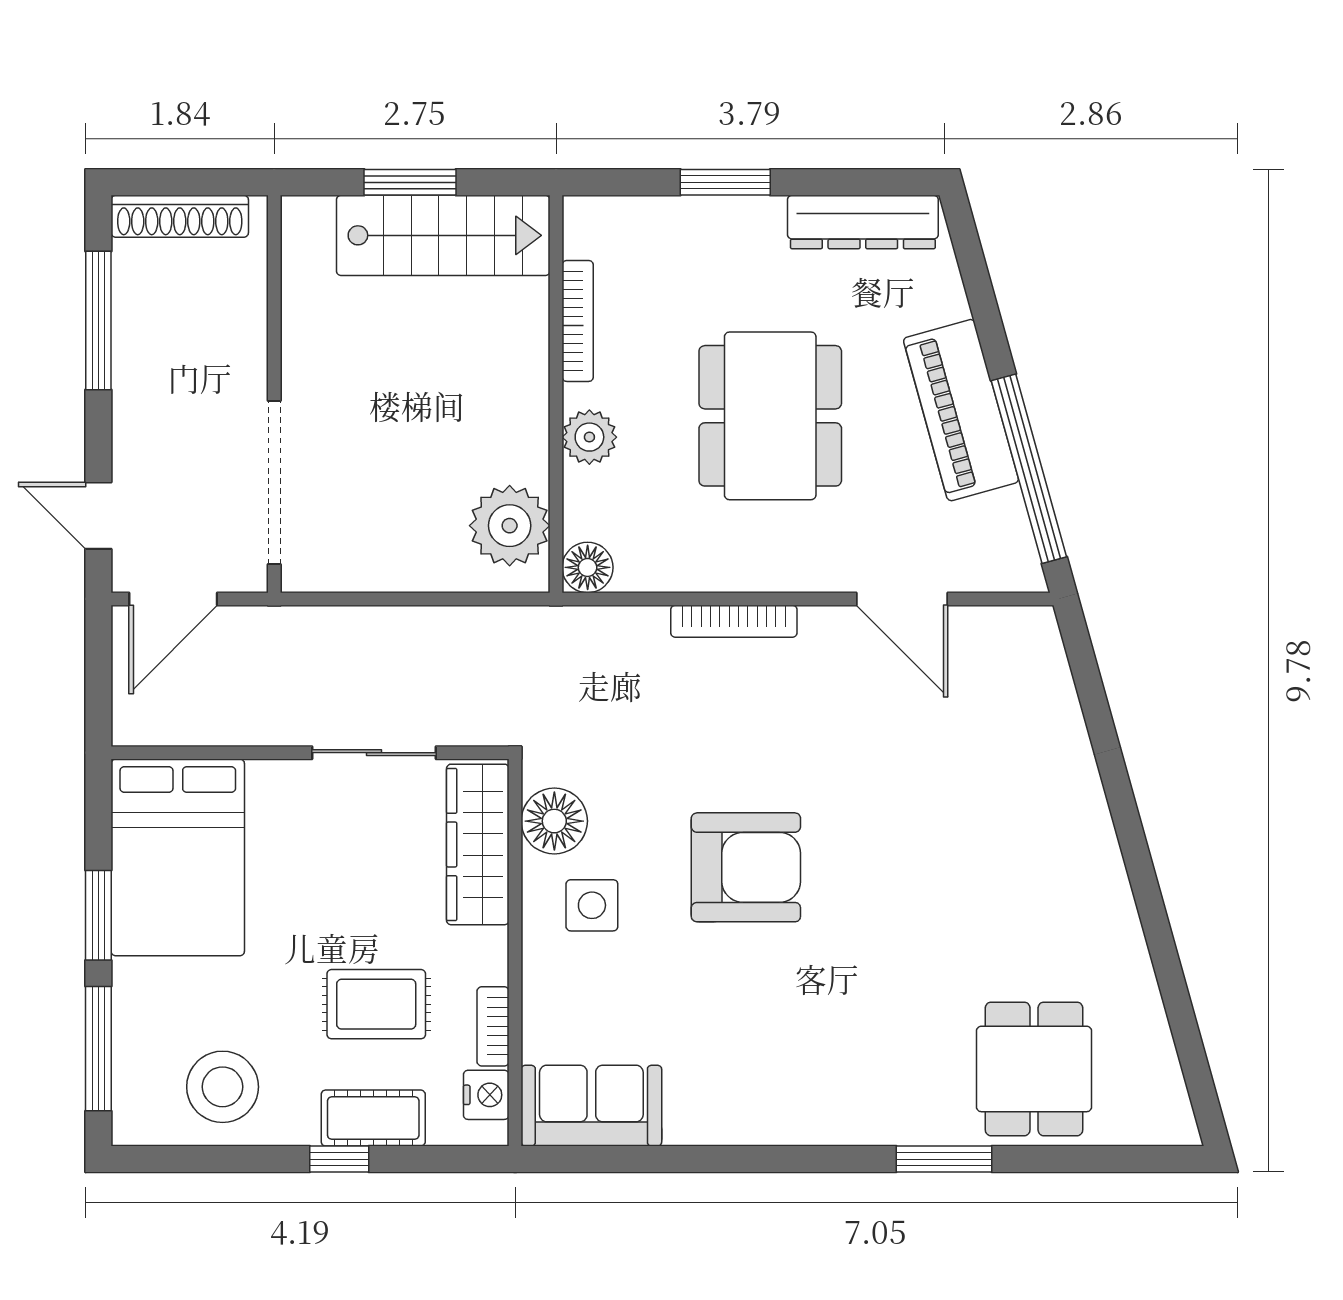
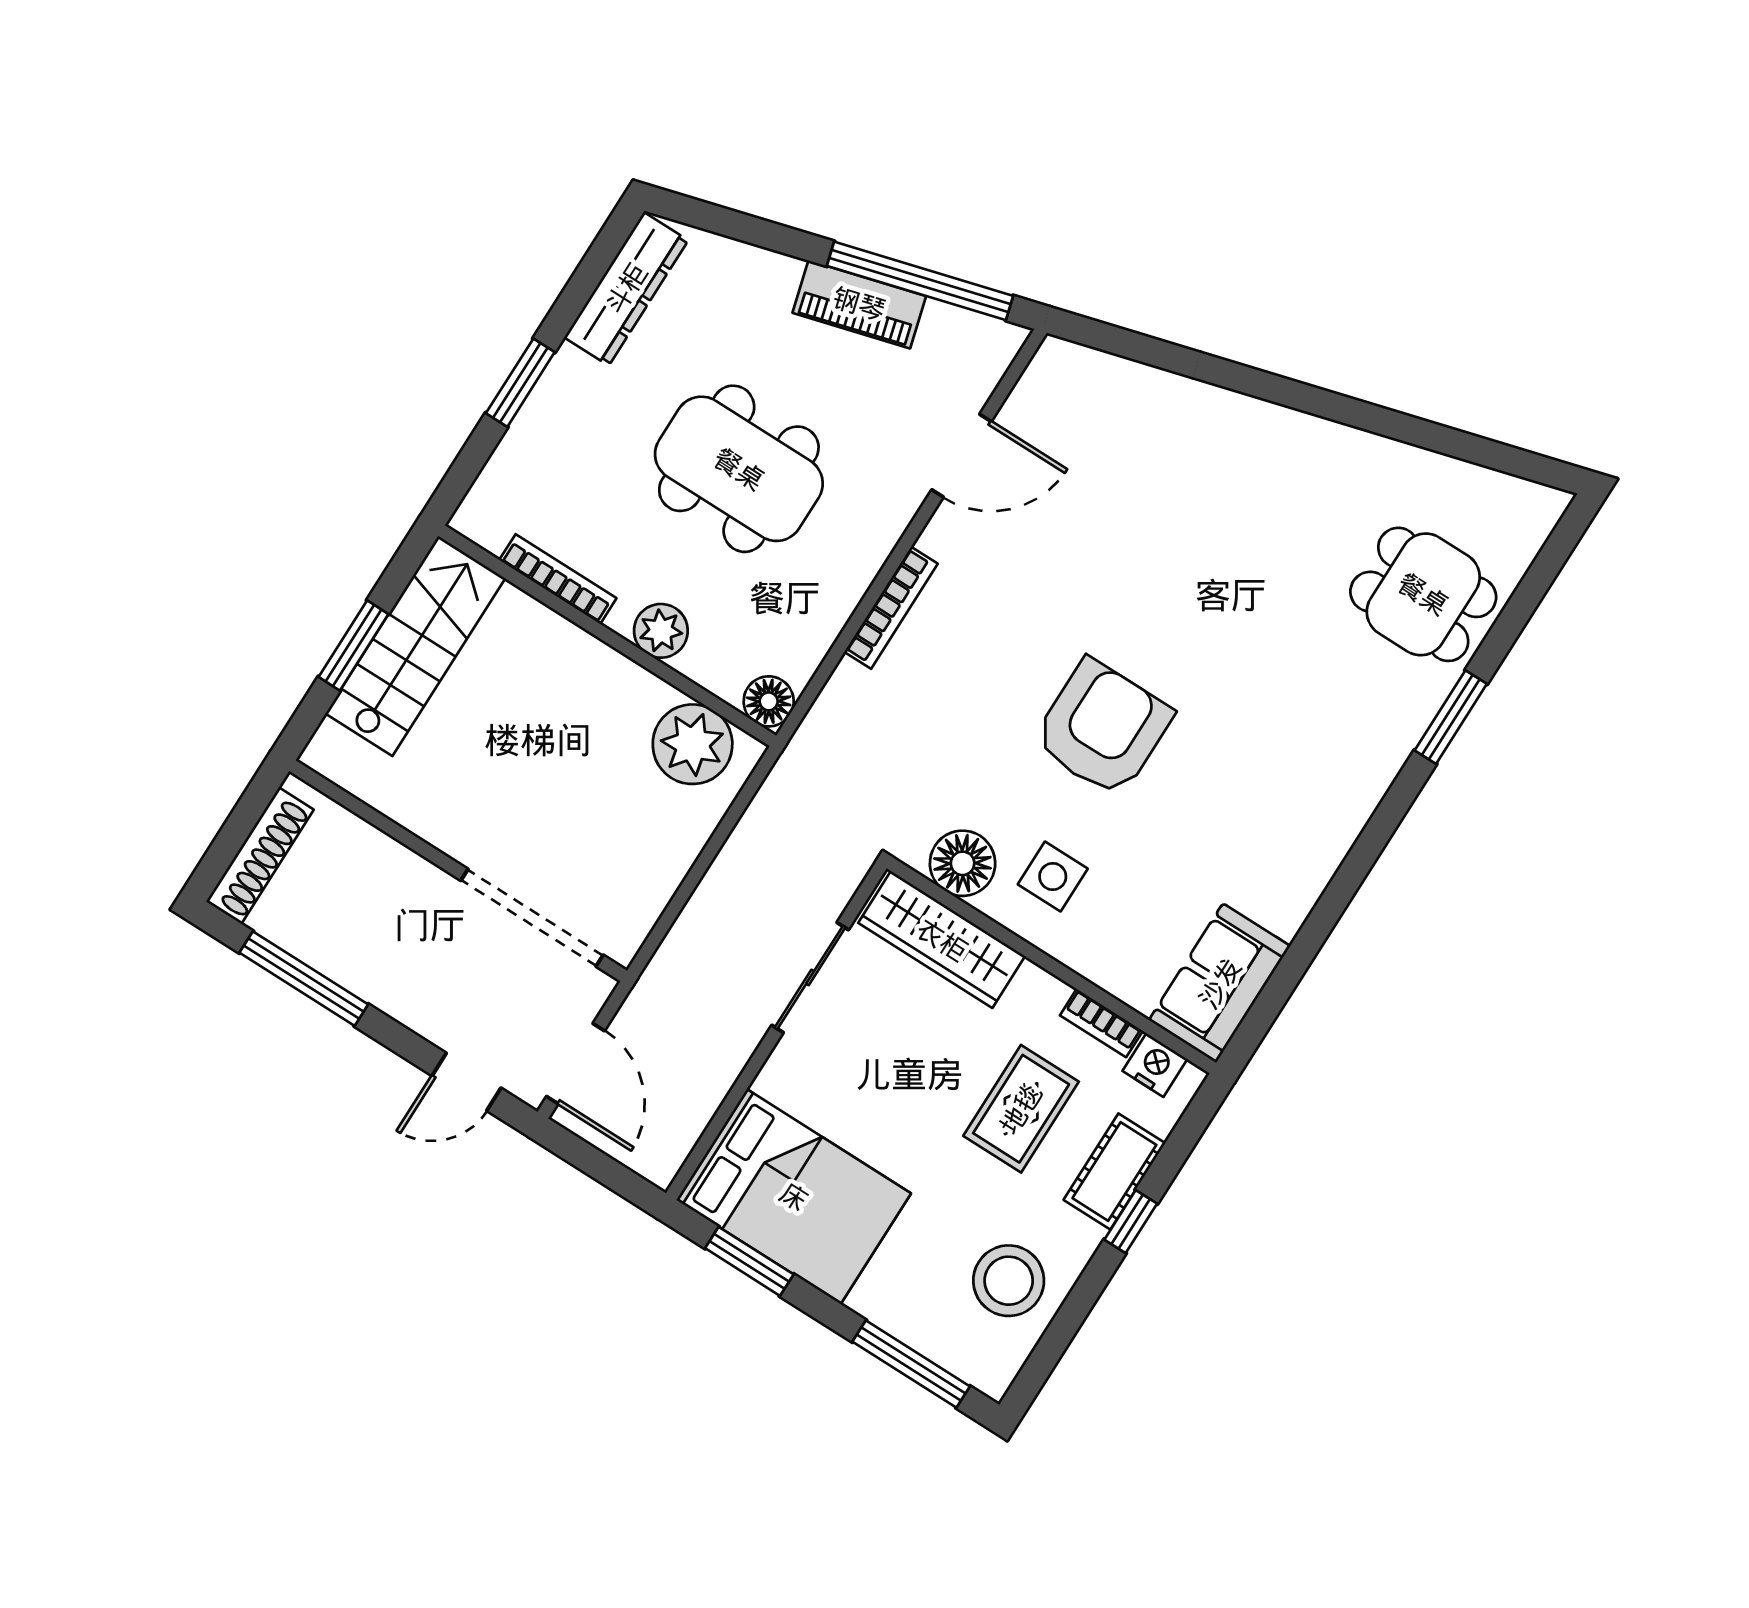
piano: (961, 410) -> (859, 304), width x0.73, depth x0.75
window: (98, 915) -> (749, 1261), moved

